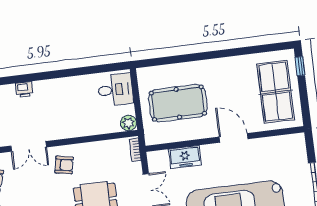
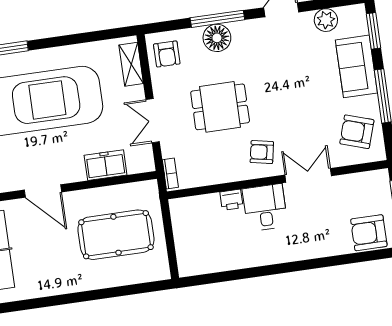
printer: (24, 89) -> (231, 200), moved, turned 180
desk: (115, 90) -> (265, 207), moved, turned 90
plant: (128, 123) -> (179, 208), removed

